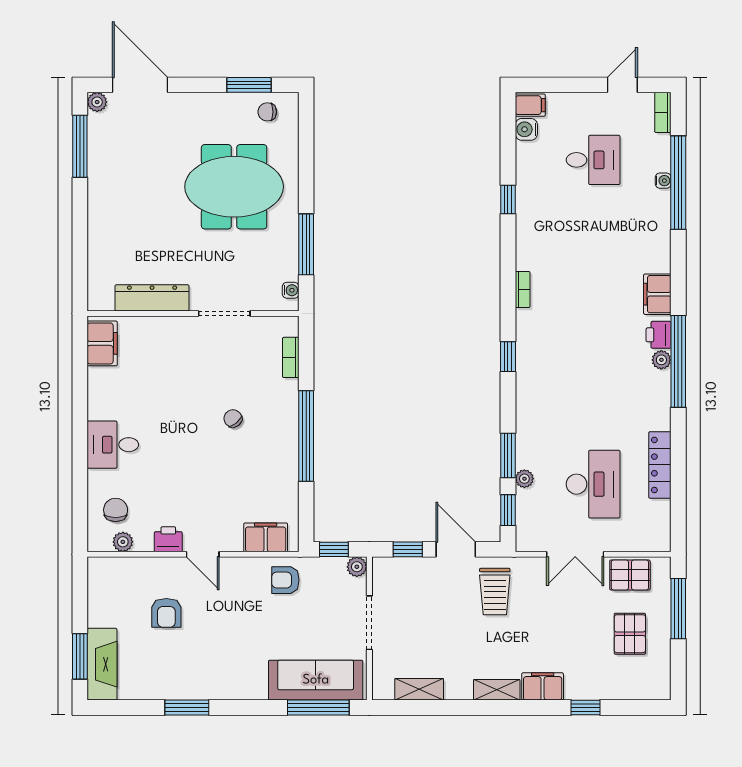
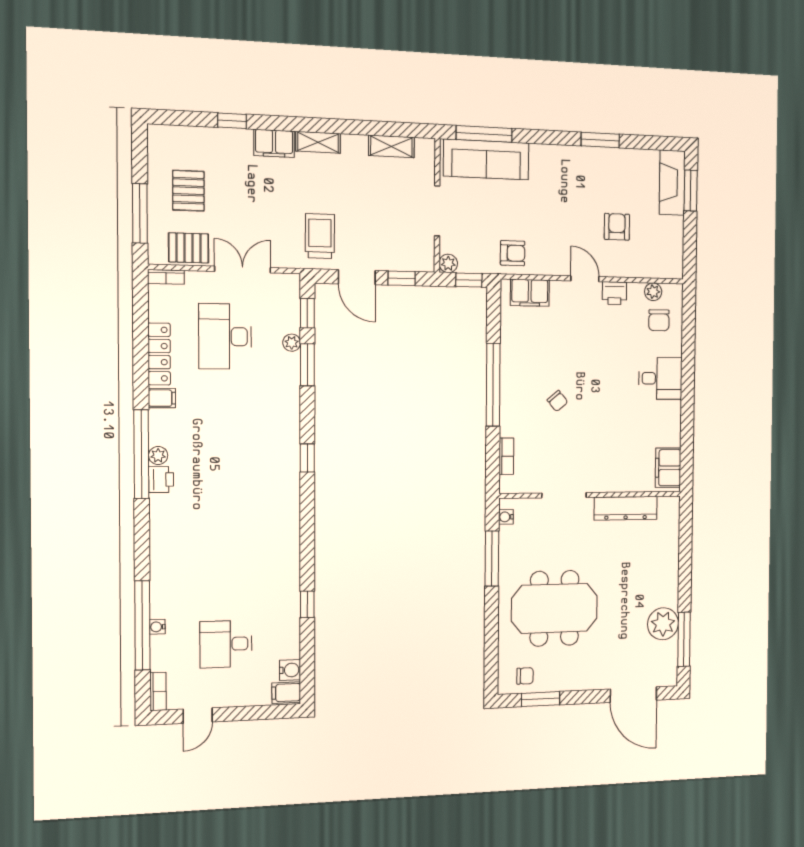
plant: (97, 102) -> (663, 624), moved, width x1.88, depth x1.88
bookcase: (523, 289) -> (166, 277), moved, turned -90
filing cabinet: (657, 294) -> (162, 398), moved, width x0.50

